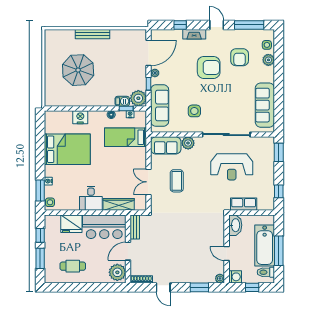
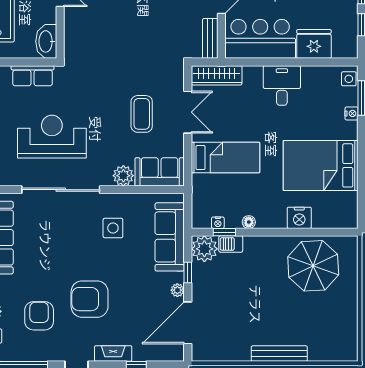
parasol: (78, 70) -> (313, 266), moved
bed: (126, 137) -> (225, 158), moved
wardrobe: (119, 204) -> (217, 75), moved

